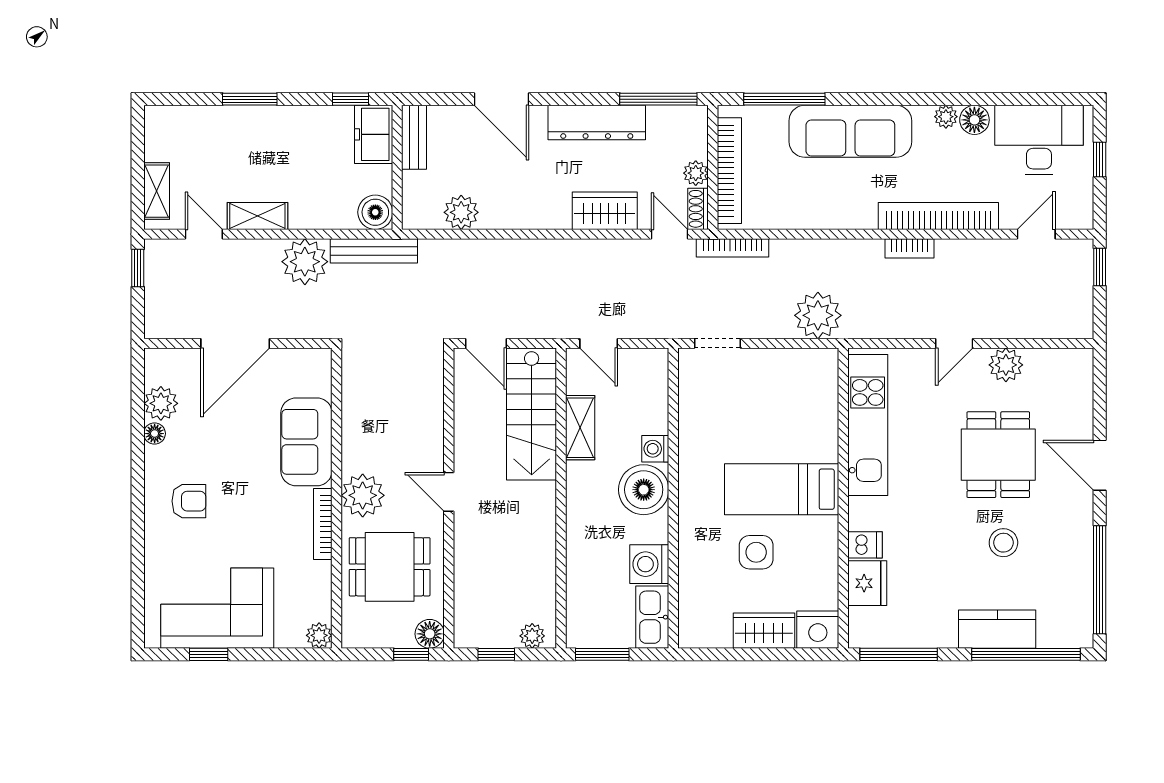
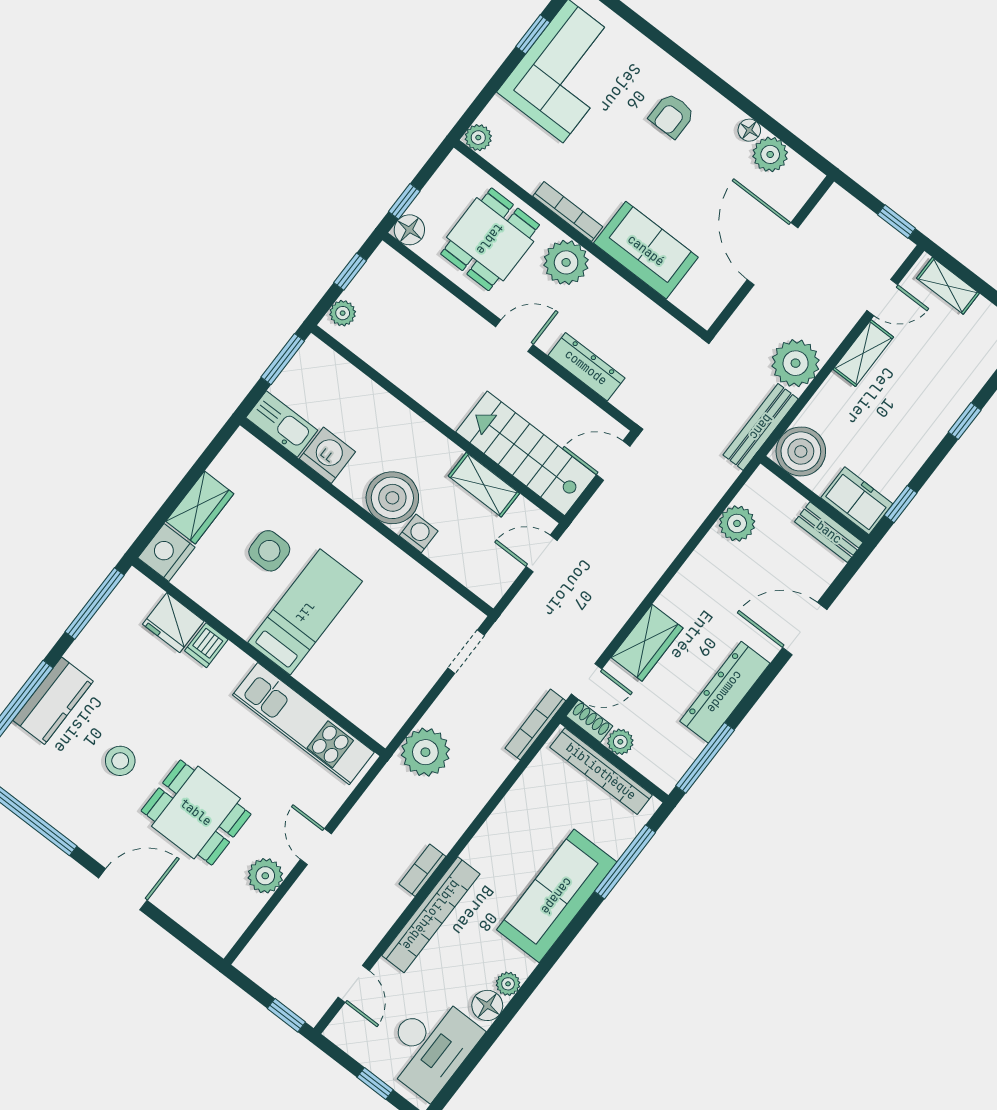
window: (250, 99) -> (965, 421), width x0.67
boiler: (375, 212) -> (801, 451), width x1.37, depth x1.37
dresser: (430, 419) -> (586, 367), added

